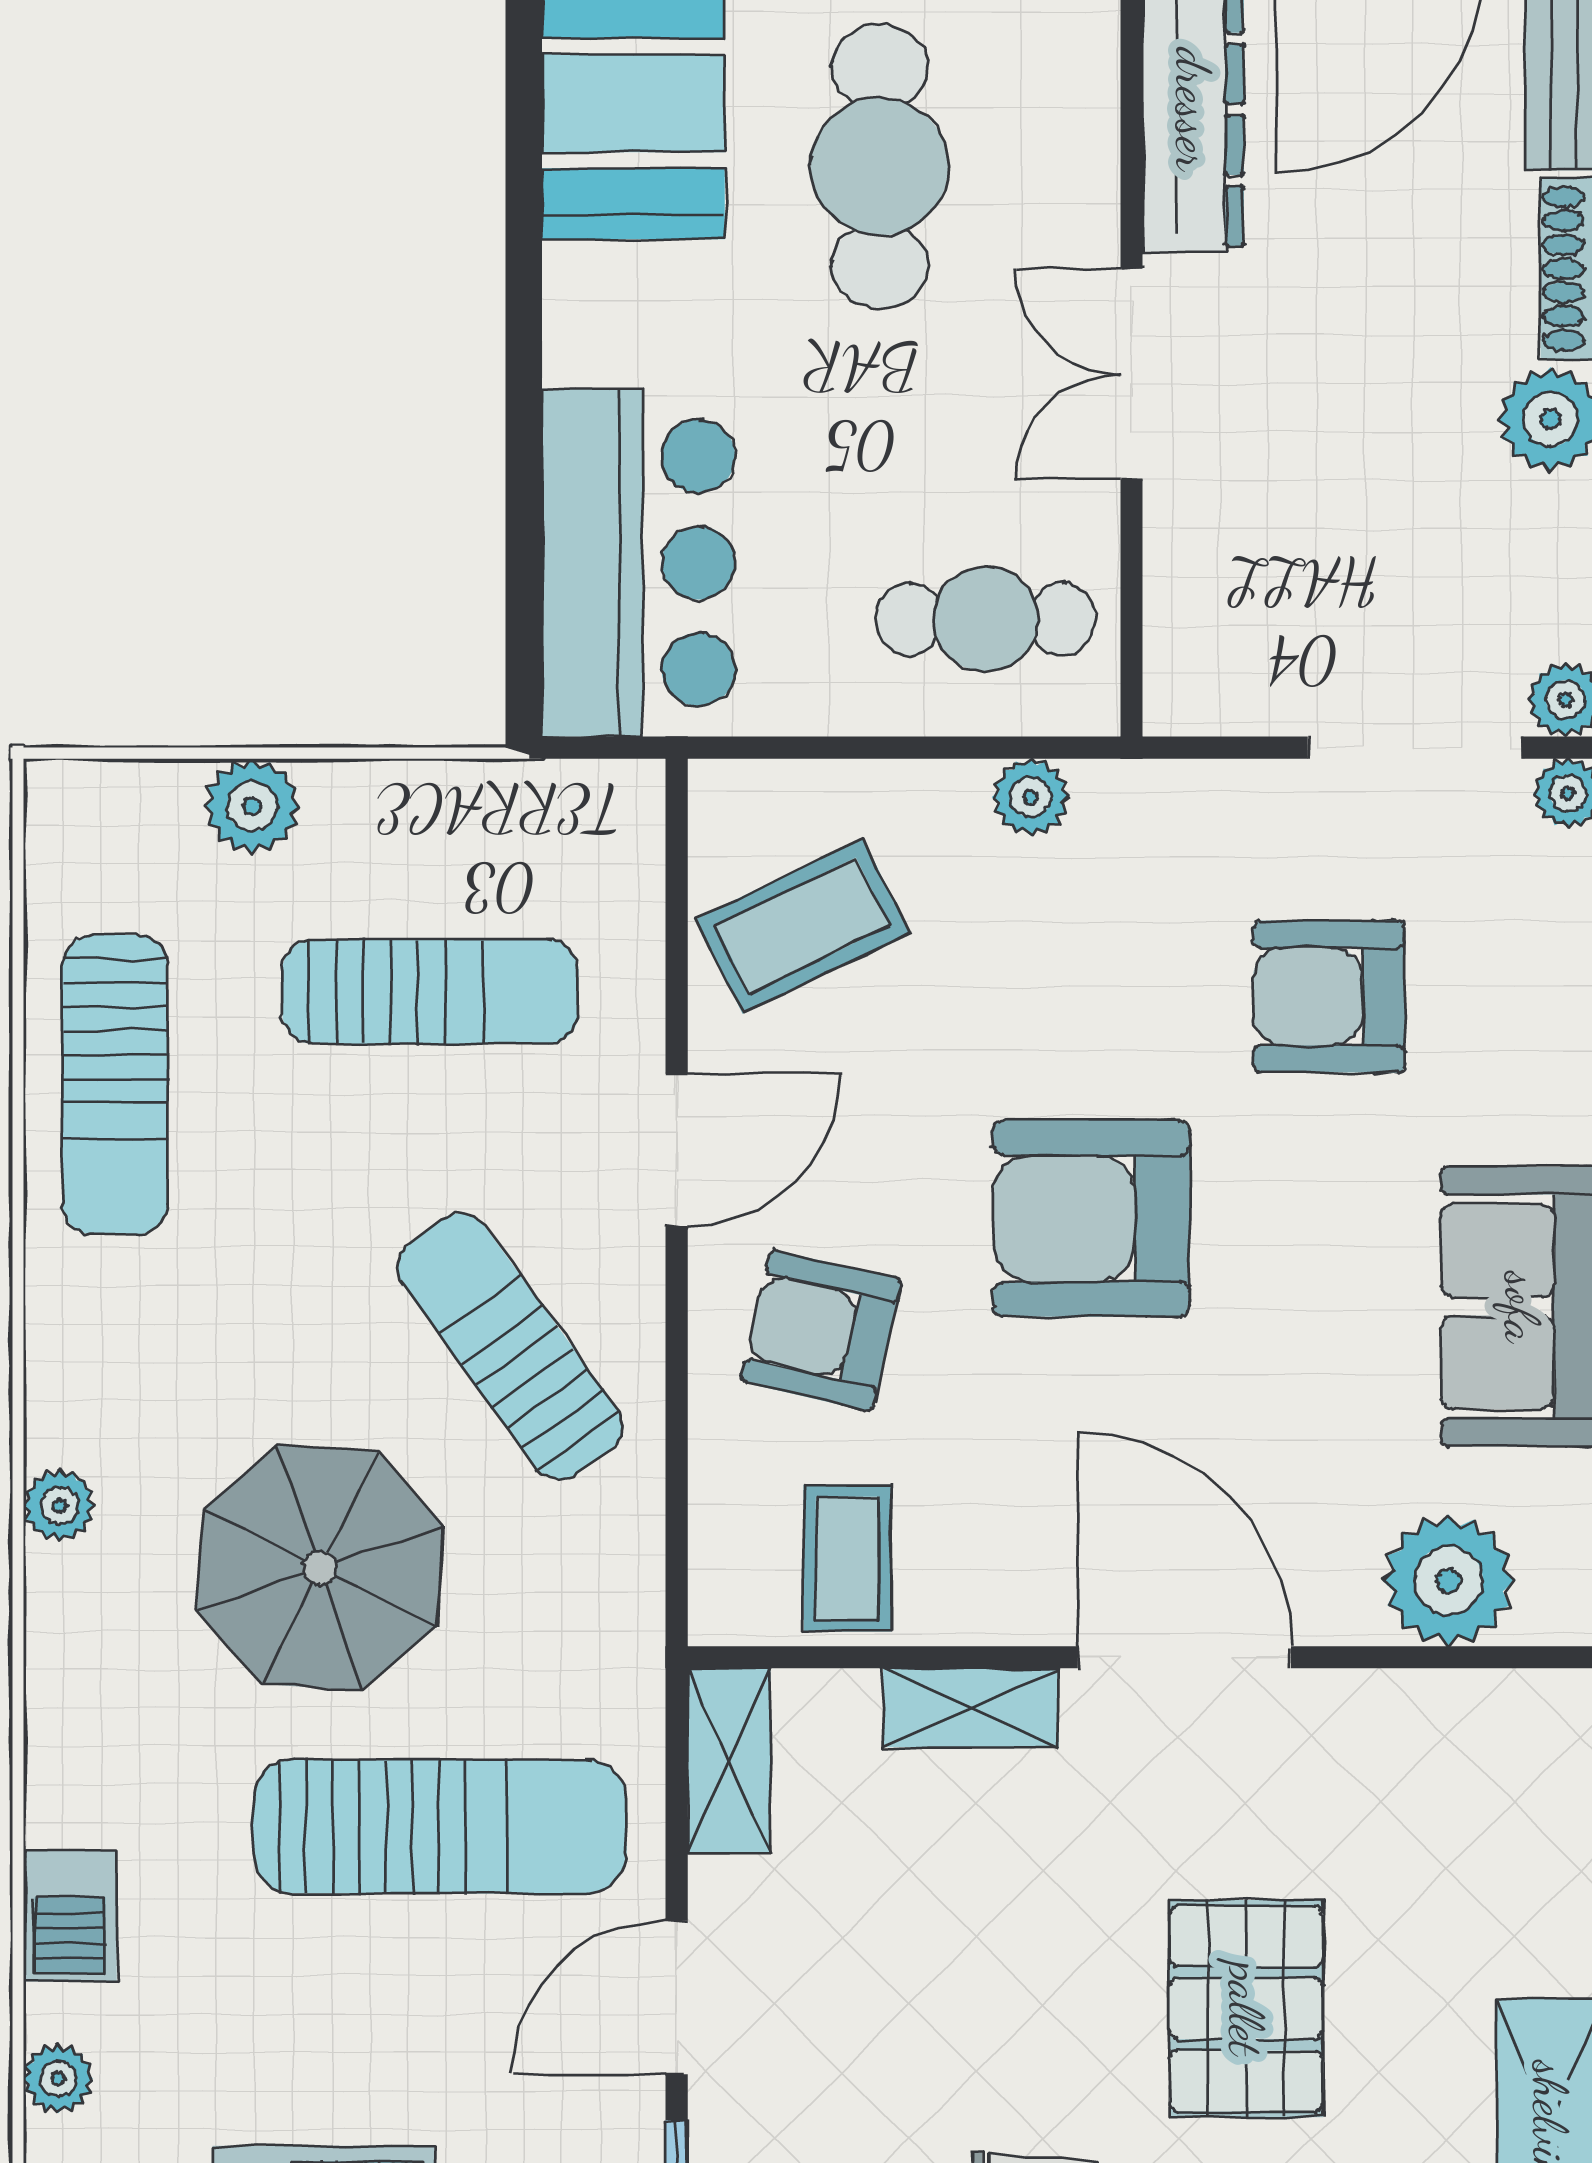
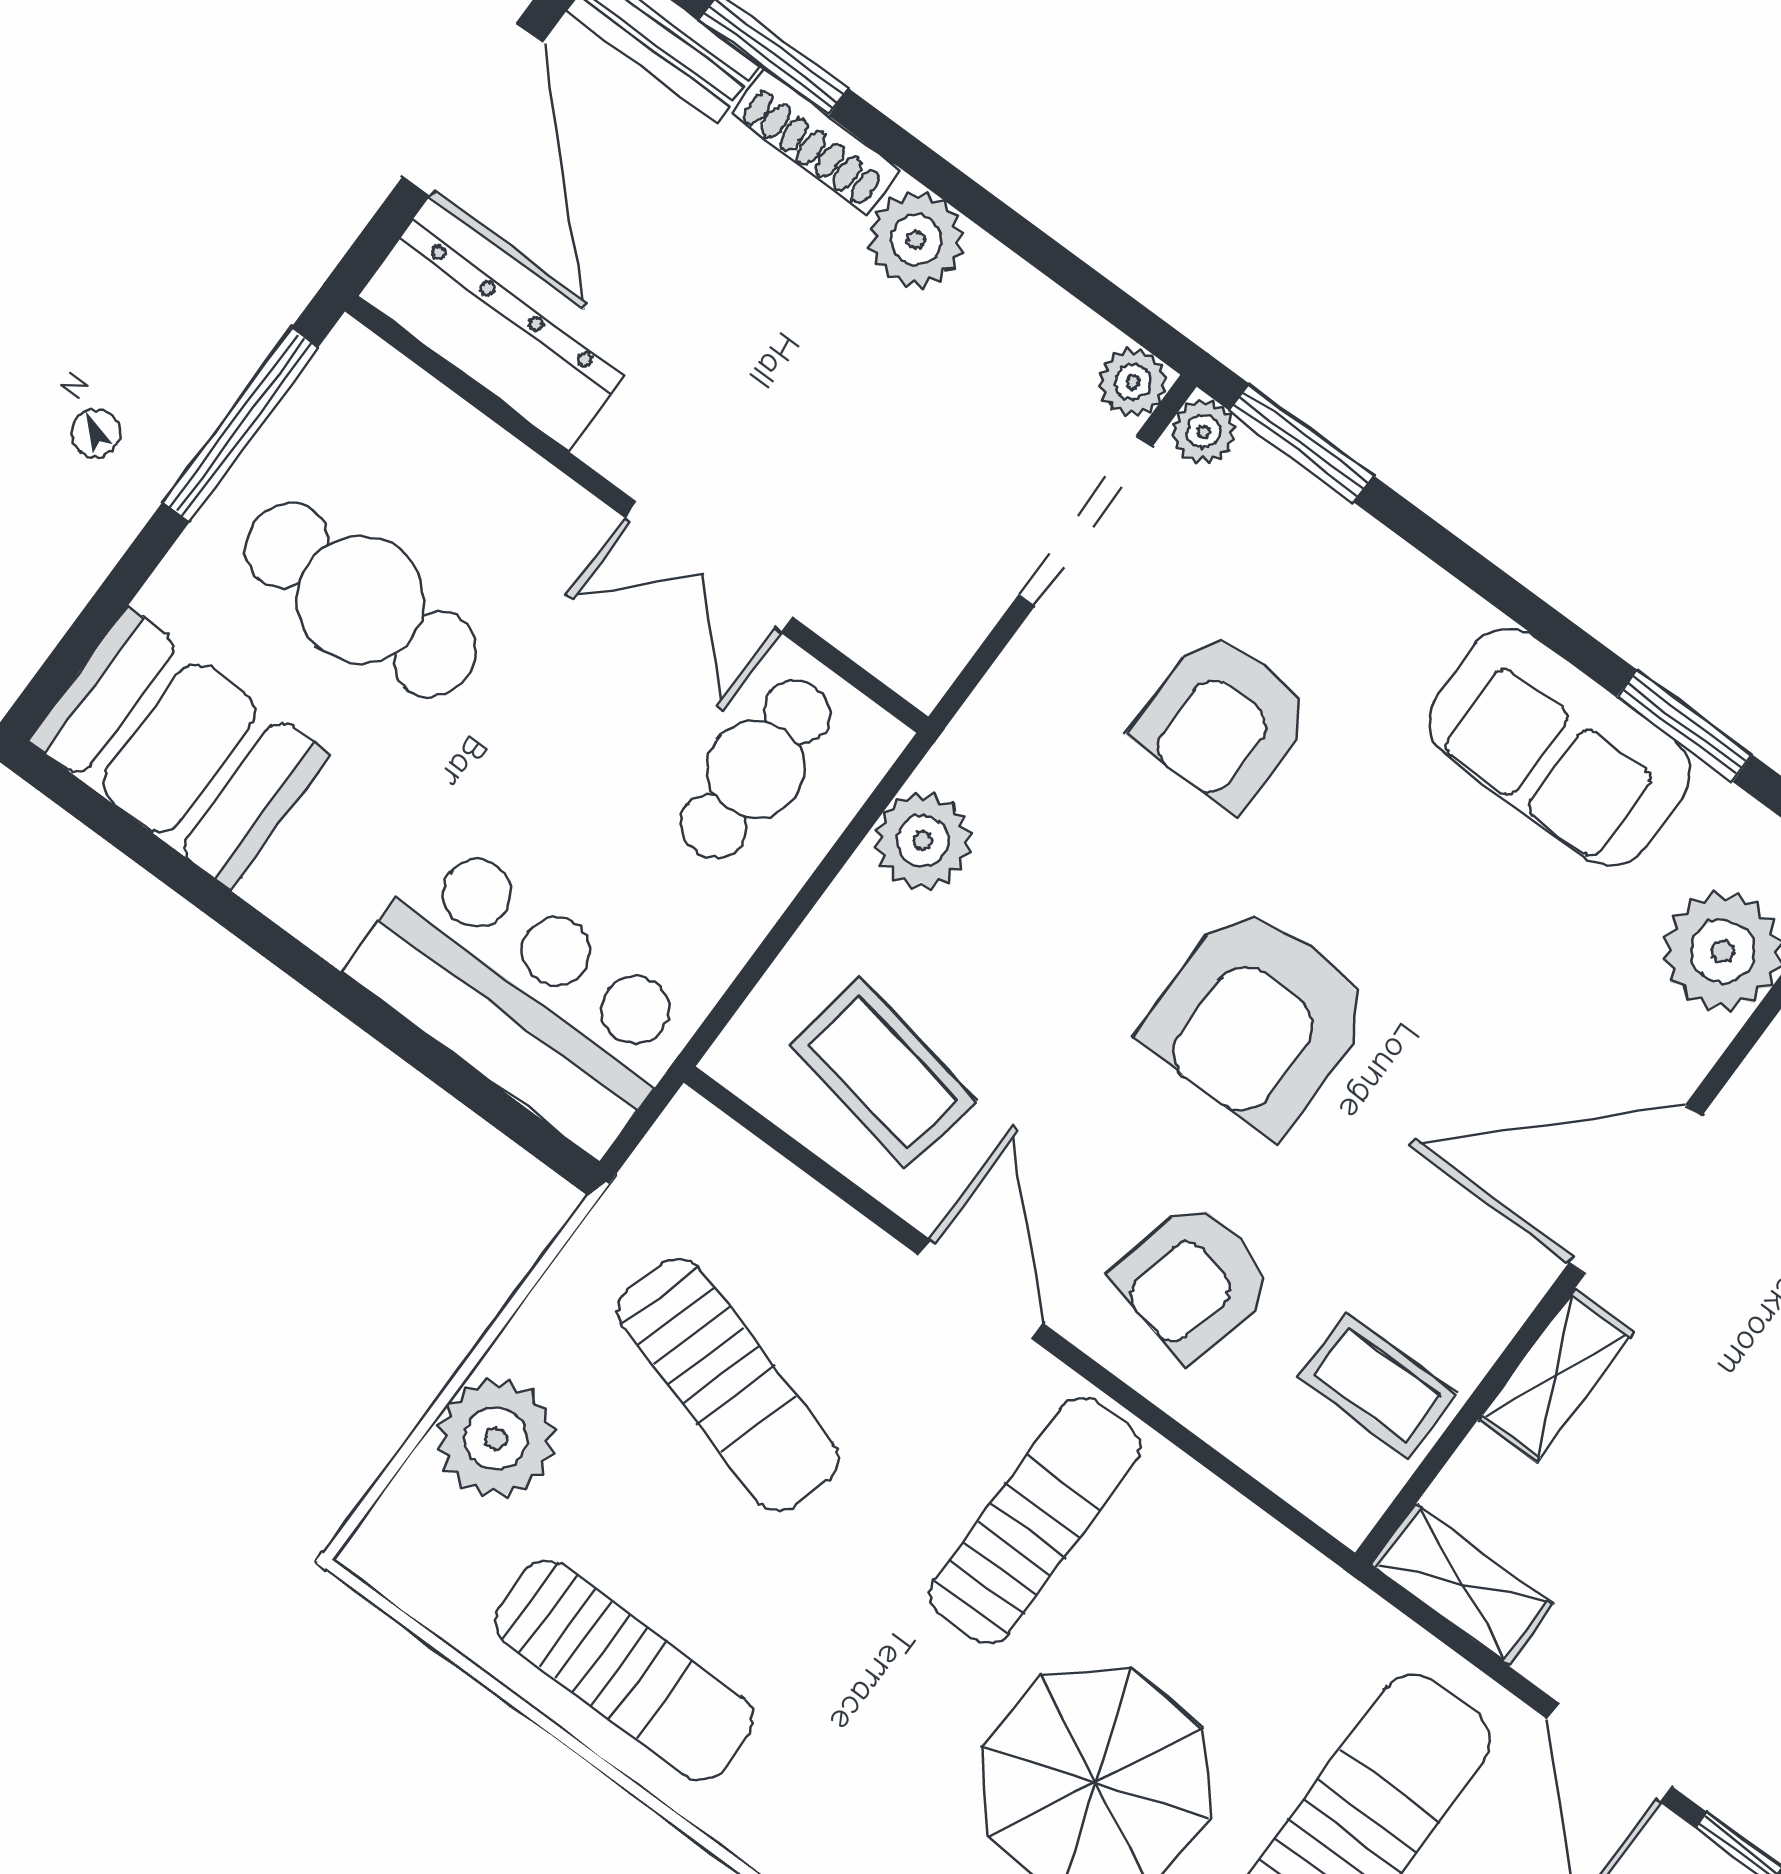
double door: (1131, 374) -> (709, 567), moved
plant: (1031, 797) -> (923, 841), width x1.38, depth x1.38
plant: (252, 806) -> (496, 1438), width x1.36, depth x1.36
coffee table: (803, 926) -> (883, 1072), turned -54
sun lounger: (430, 992) -> (728, 1385), turned 106
sun lounger: (510, 1346) -> (1035, 1520), turned 126

